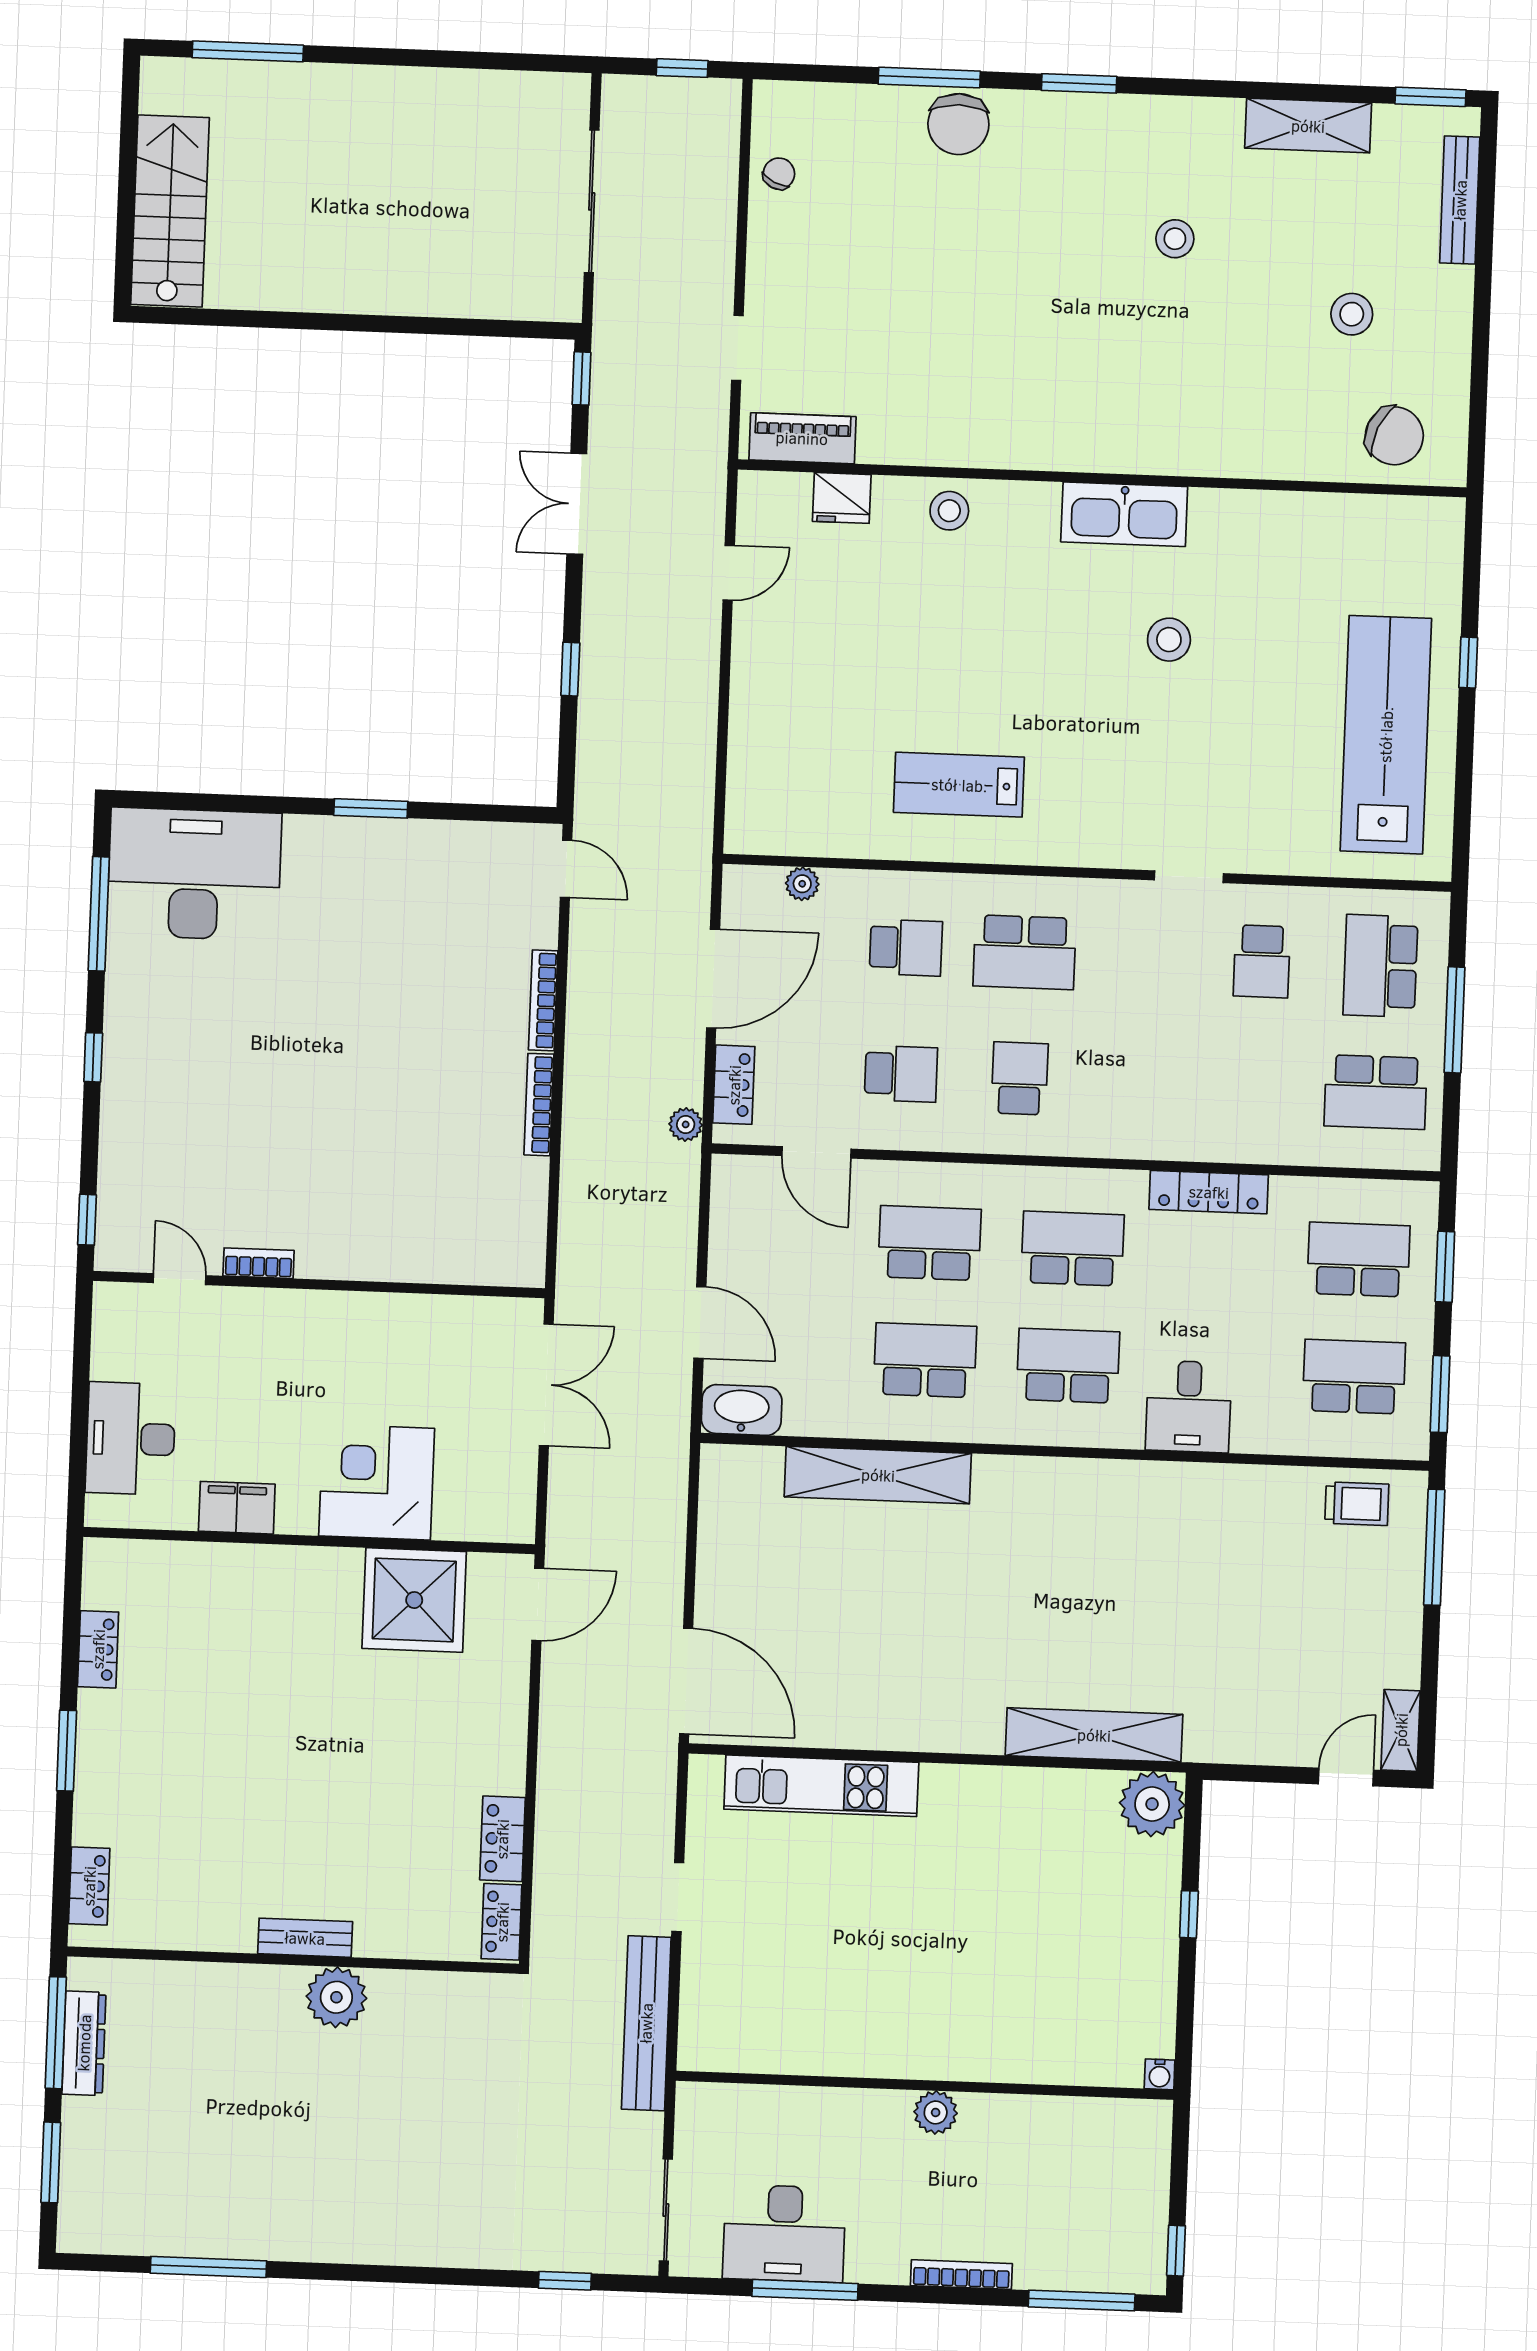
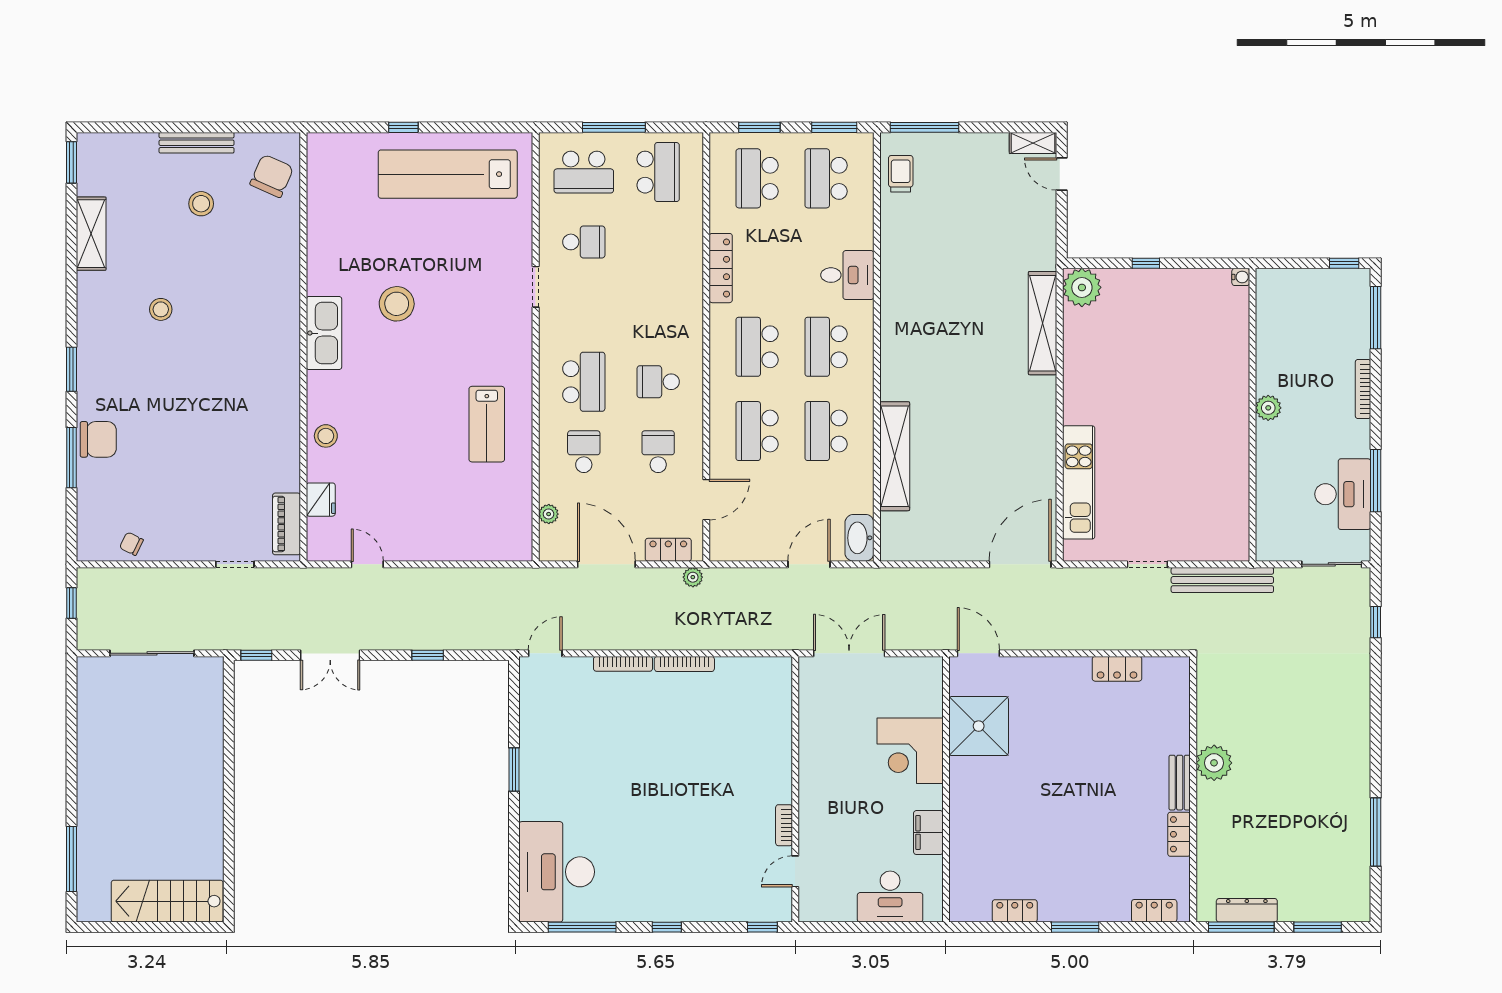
bench: (1460, 200) -> (197, 143), moved
stool: (1169, 640) -> (397, 304), width x1.38, depth x1.38
locker: (502, 1922) -> (1179, 834), moved, turned 90

